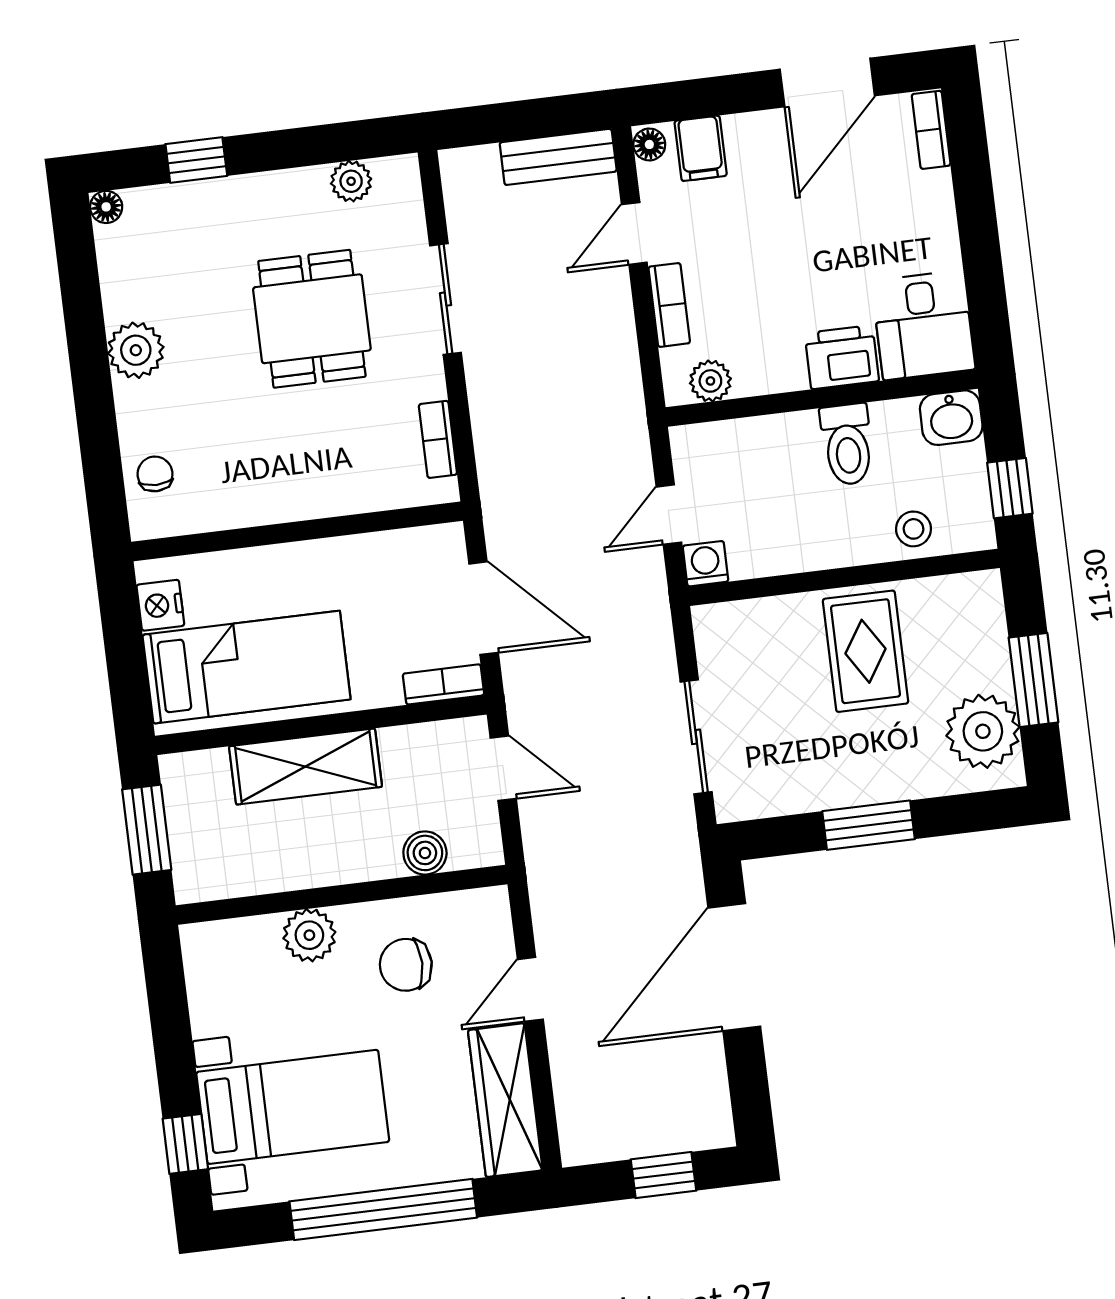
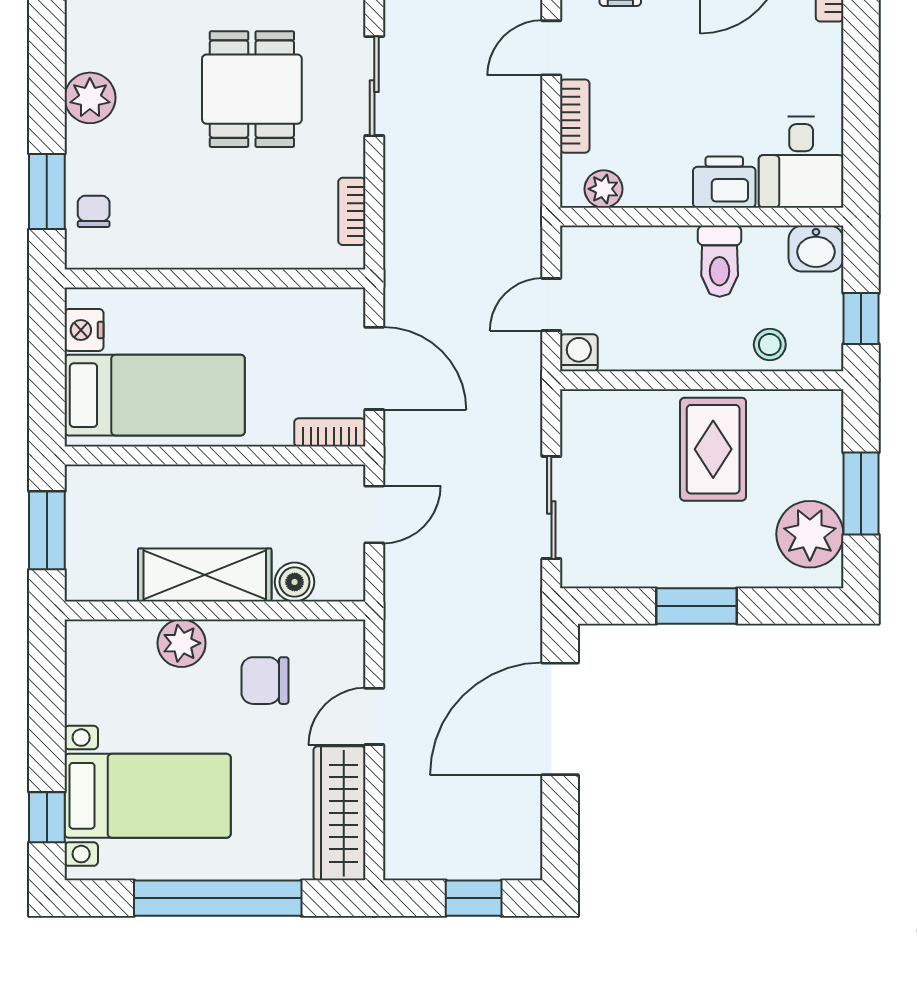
window: (101, 459) -> (47, 192), added
shelving: (306, 767) -> (205, 575), moved
door: (503, 768) -> (374, 514), hinge flipped

